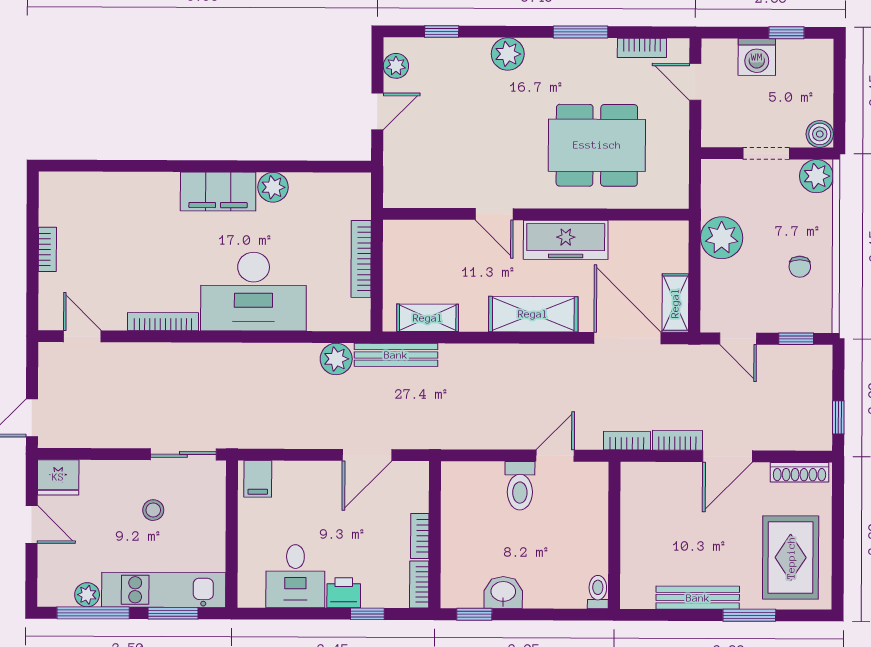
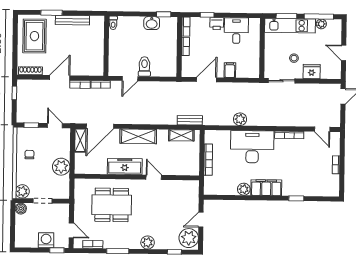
window: (786, 33) -> (57, 250), moved
plant: (396, 66) -> (189, 238), width x1.88, depth x1.88
window: (144, 166) -> (296, 198), added
door: (628, 338) -> (100, 126), hinge flipped
bench: (396, 355) -> (190, 120), width x0.73
plant: (336, 359) -> (240, 119), moved
fridge: (58, 477) -> (312, 72), moved
filing cabinet: (258, 479) -> (230, 70), moved

